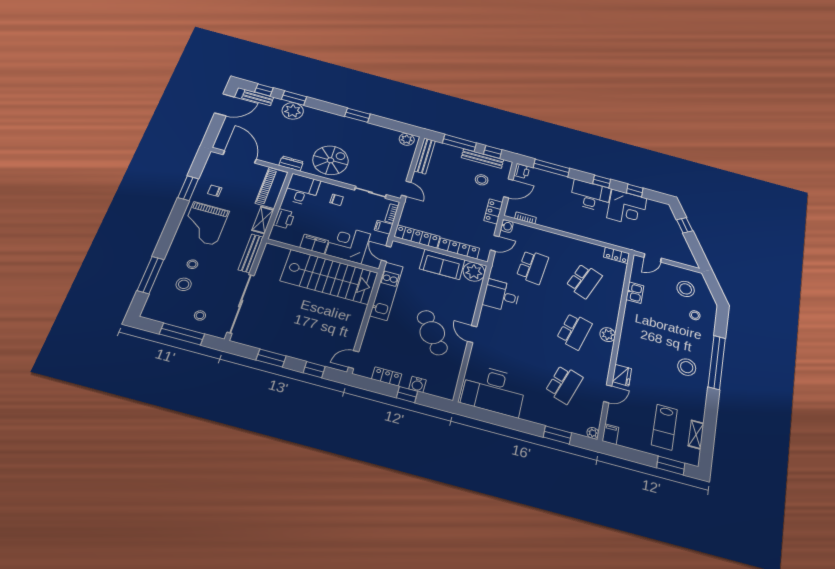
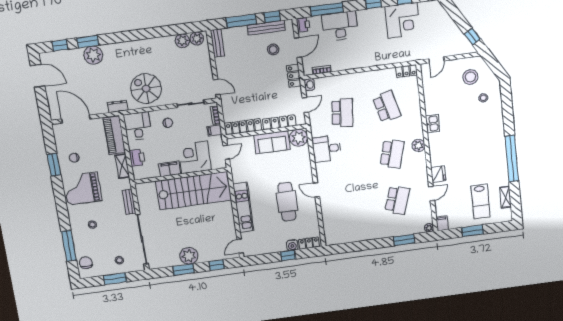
bench: (258, 98) -> (59, 55), removed
door: (224, 105) -> (38, 76), hinge flipped
window: (357, 115) -> (147, 34), removed
plant: (391, 135) -> (182, 41), added
bench: (425, 156) -> (217, 43), width x0.73
spiral stairs: (331, 160) -> (146, 89), turned -90
desk: (590, 196) -> (340, 26), moved
grand piano: (205, 224) -> (82, 189), turned 90
window: (685, 225) -> (472, 36), moved
bench: (251, 253) -> (129, 202), width x0.73
door: (386, 254) -> (226, 152), swing flipped
school desk: (584, 281) -> (387, 107), turned -36
stool: (184, 284) -> (95, 242), removed
kitchen unit: (386, 291) -> (243, 207), moved
kitchen sink: (635, 293) -> (433, 124), moved
chair: (158, 302) -> (86, 263), added
cafe table: (432, 333) -> (287, 202), turned 35
window: (182, 334) -> (115, 279), width x0.69
plant: (286, 345) -> (189, 256), added
window: (717, 362) -> (512, 159), moved
stool: (687, 367) -> (487, 146), removed
locker: (387, 376) -> (309, 243), moved
desk: (494, 391) -> (348, 227), removed
window: (671, 465) -> (473, 231), moved

